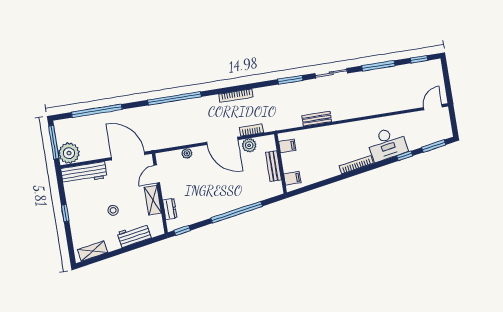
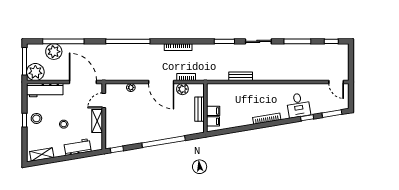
door: (433, 107) -> (336, 82), swing flipped
plant: (87, 125) -> (54, 52), added
desk: (387, 144) -> (298, 105), width x0.73
filing cabinet: (287, 146) -> (213, 111), moved
stool: (79, 209) -> (36, 118), added
dresser: (170, 209) -> (110, 130), removed

